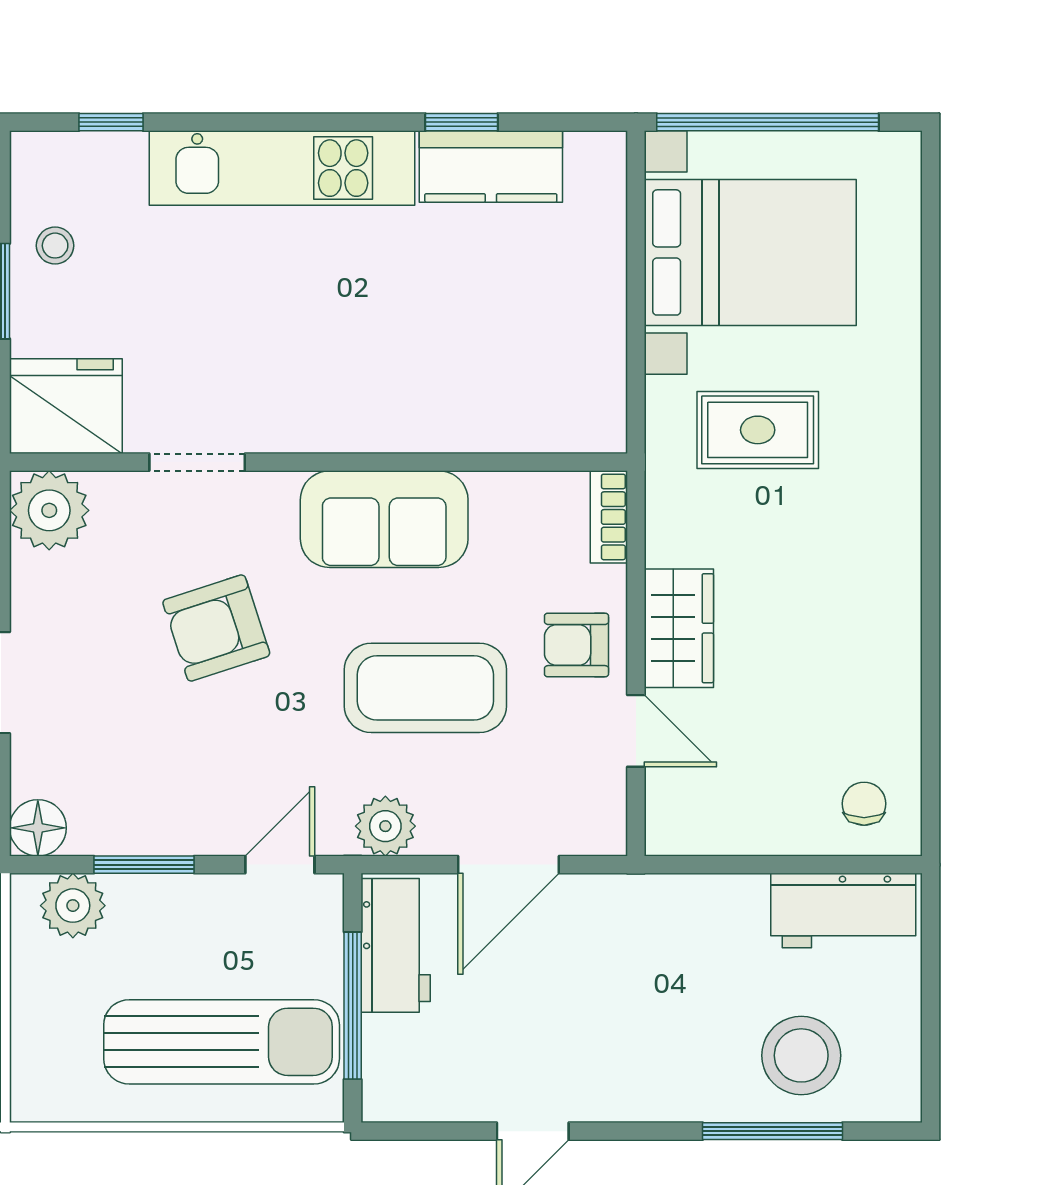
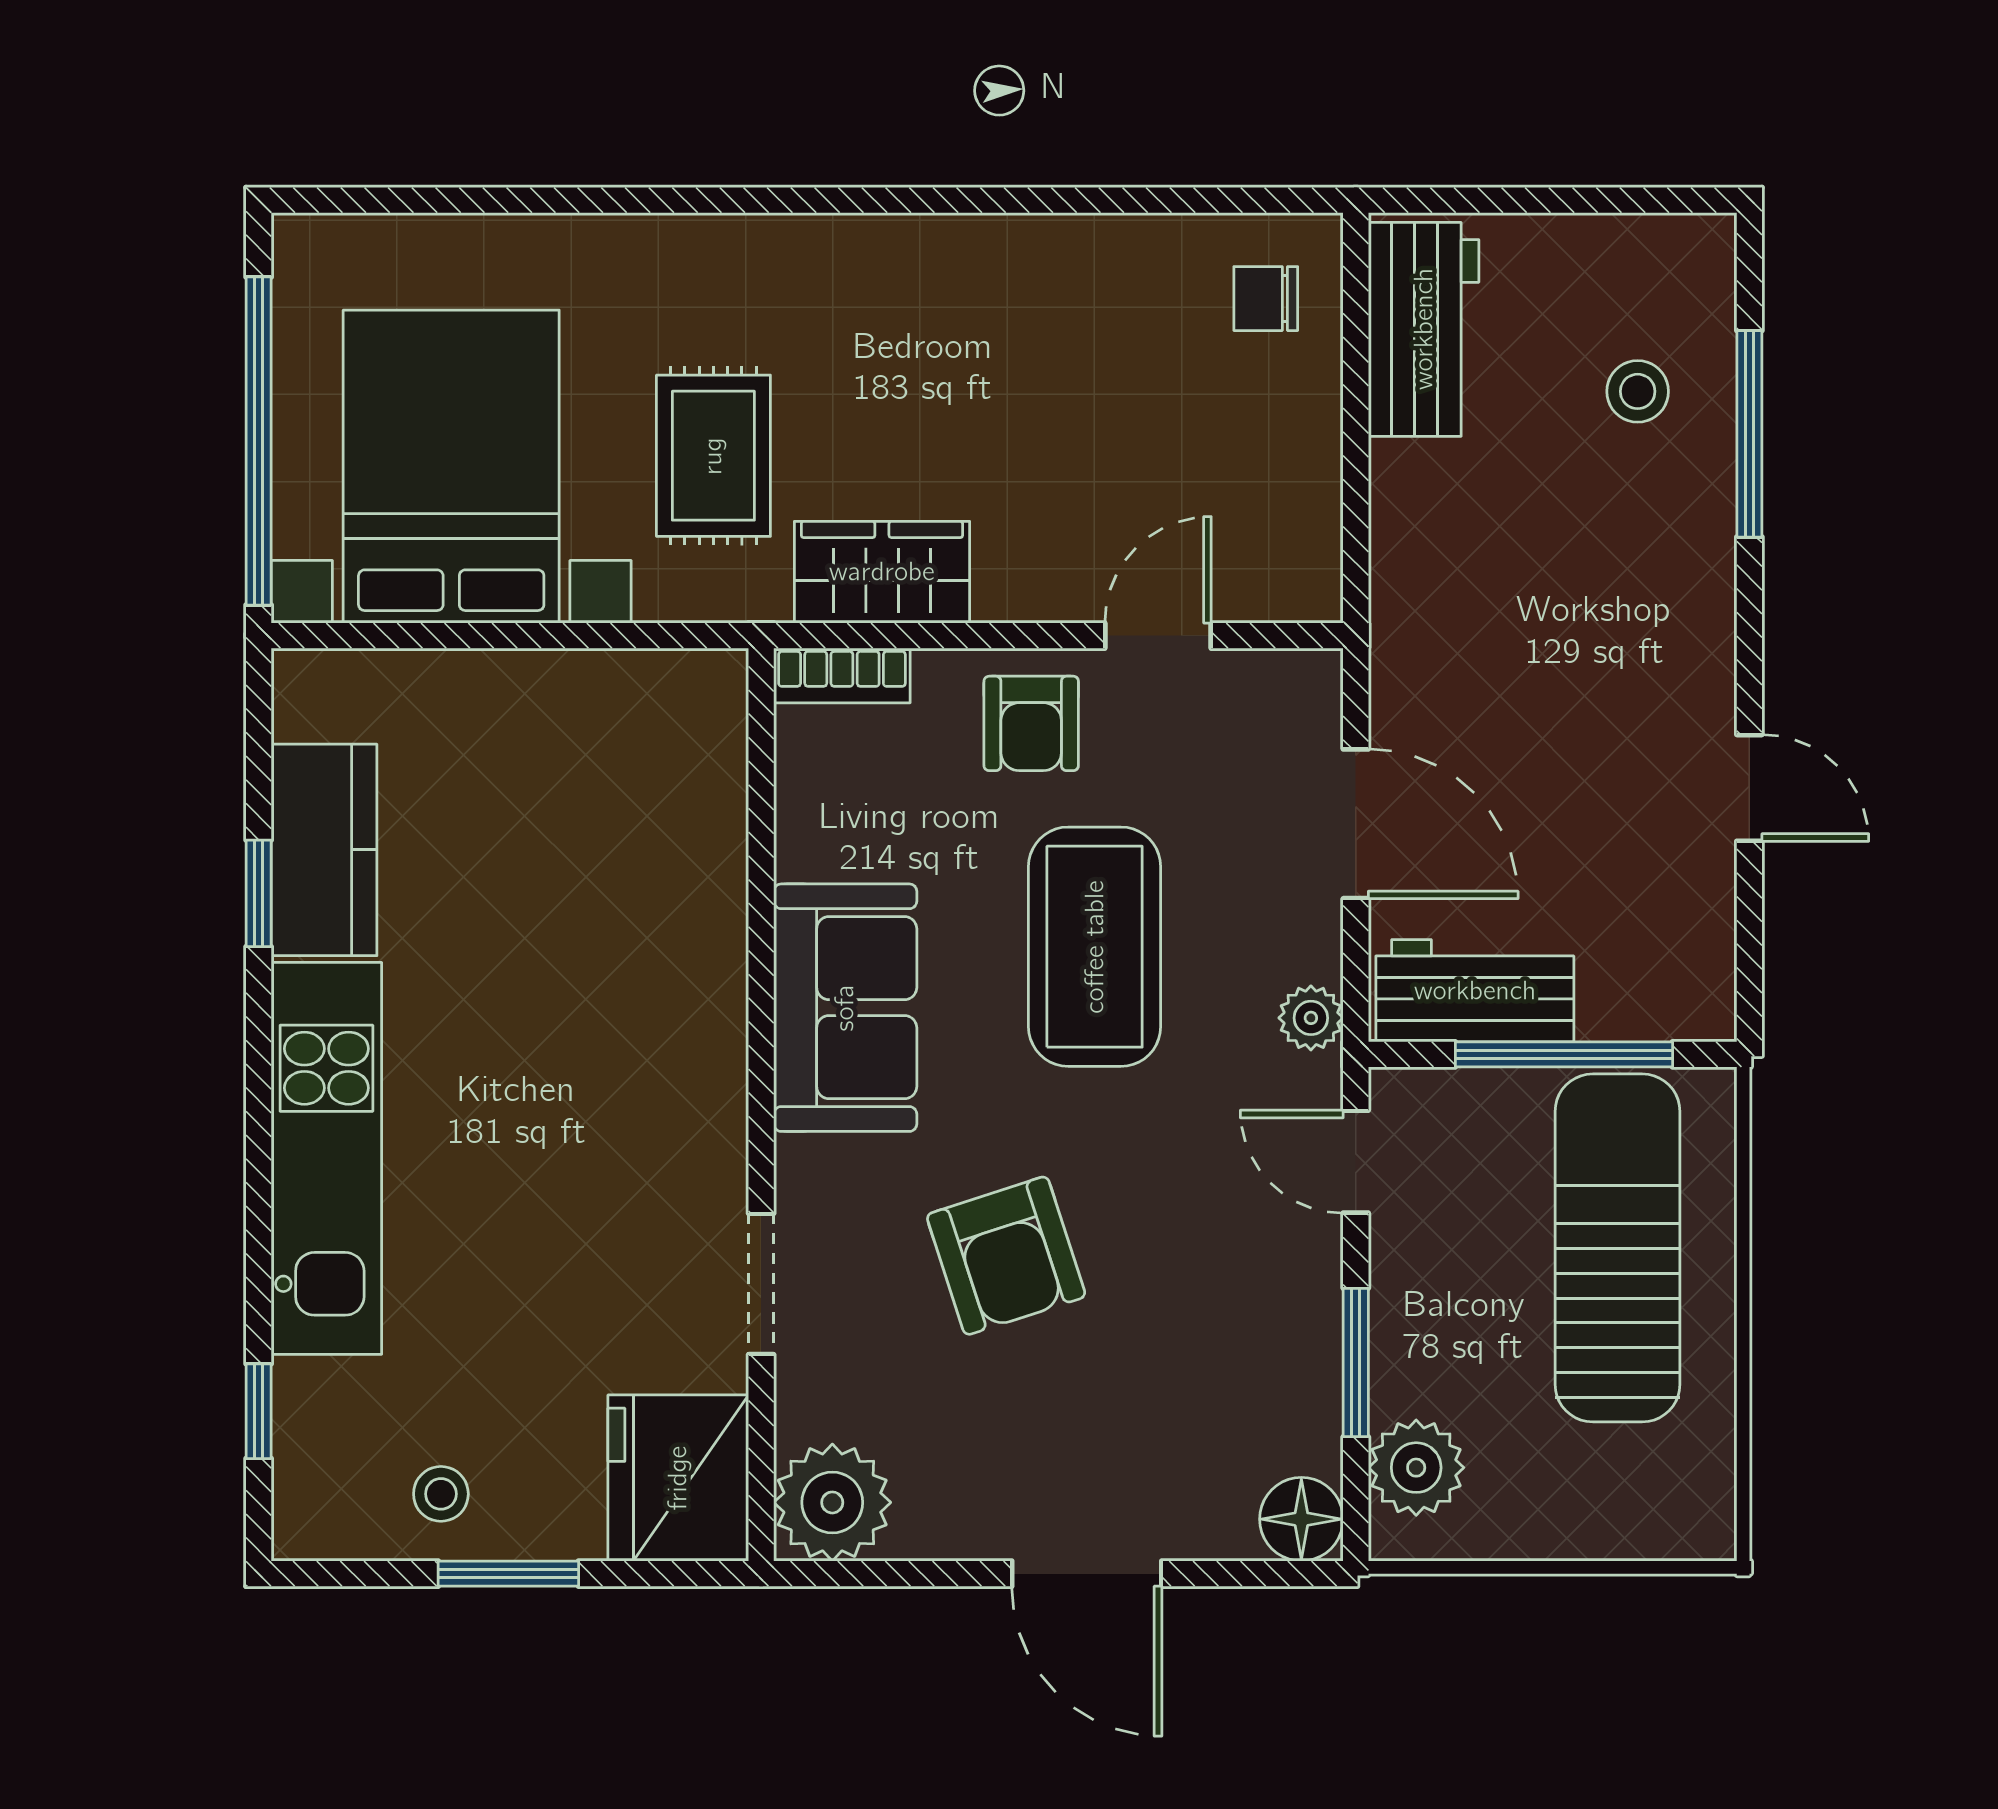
wardrobe: (679, 628) -> (882, 572), moved
plant: (385, 826) -> (1311, 1018), width x0.73, depth x0.73
stool: (801, 1055) -> (1638, 391), width x0.53, depth x0.53

